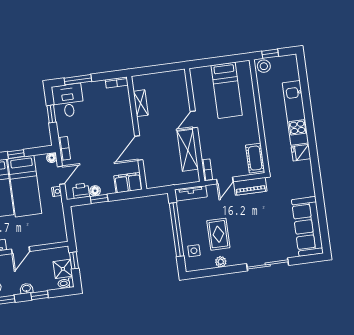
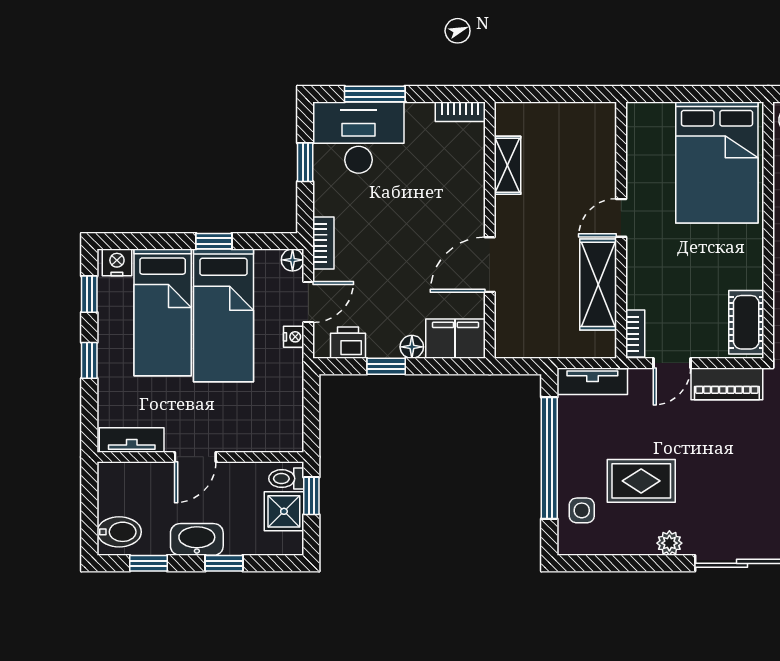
bed: (227, 90) -> (717, 162), width x1.50
desk: (68, 101) -> (358, 138), width x1.37
floor lamp: (95, 191) -> (412, 347), moved
rug: (218, 234) -> (641, 481), turned 90
plant: (221, 262) -> (669, 543), moved
toilet: (66, 283) -> (286, 479), moved
washbasin: (26, 289) -> (197, 539), width x1.91, depth x1.45

